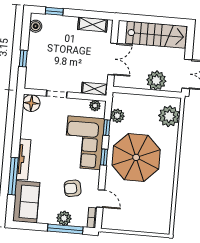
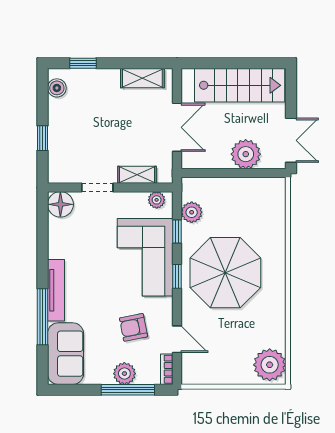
shelving: (95, 89) -> (137, 175), moved
plant: (169, 116) -> (270, 365), moved

